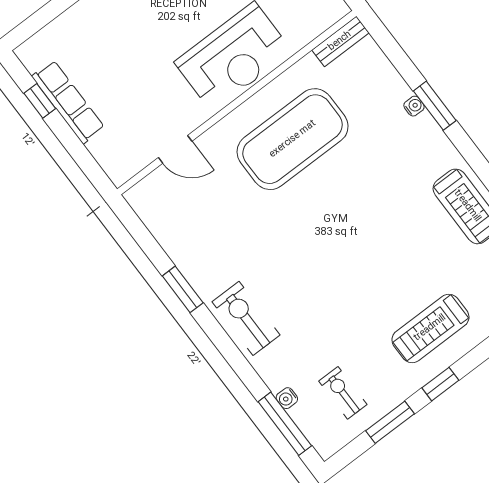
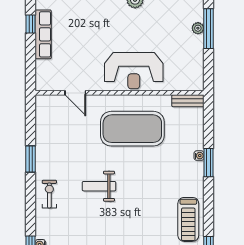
weight bench: (307, 255) -> (99, 186), added
exercise bike: (246, 318) -> (49, 194), width x0.73, depth x0.72

